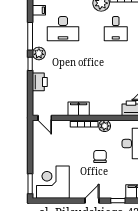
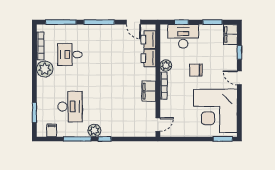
desk: (116, 29) -> (70, 55), turned 180
printer: (40, 82) -> (148, 58), moved, turned -90
corner desk: (53, 182) -> (215, 111), width x1.36, depth x1.36

